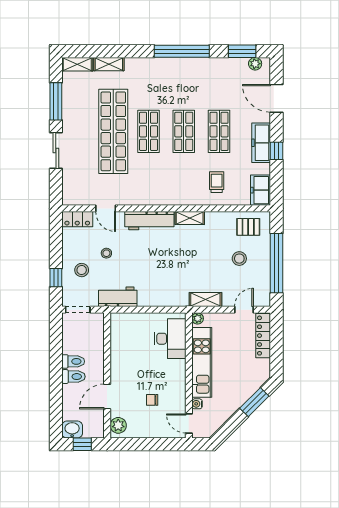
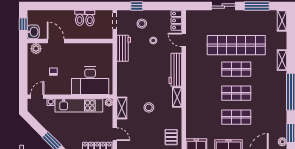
shelving: (109, 64) -> (282, 60), moved
trolley: (217, 182) -> (202, 116), removed
door: (106, 208) -> (184, 40), hinge flipped
stool: (239, 259) -> (149, 107), moved
desk: (170, 339) -> (90, 81), width x1.36, depth x1.30
toilet: (73, 377) -> (90, 18), moved
washbasin: (72, 430) -> (33, 32), moved

